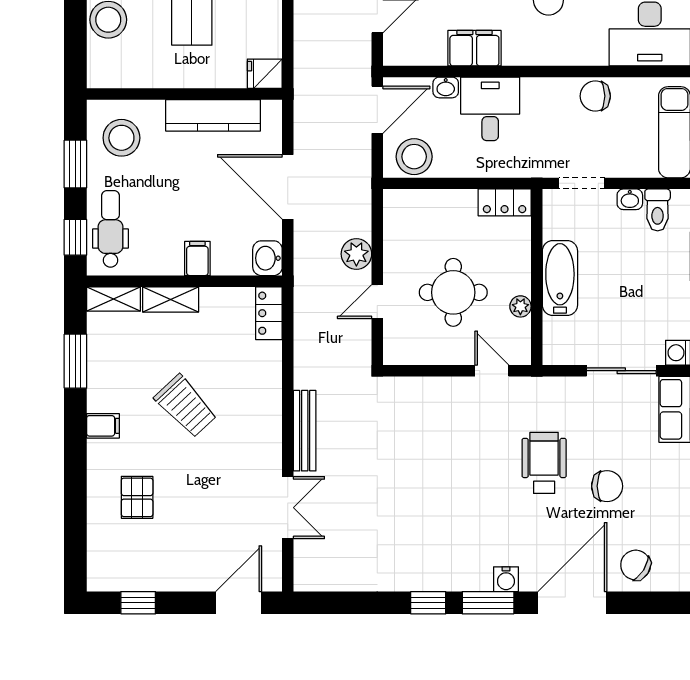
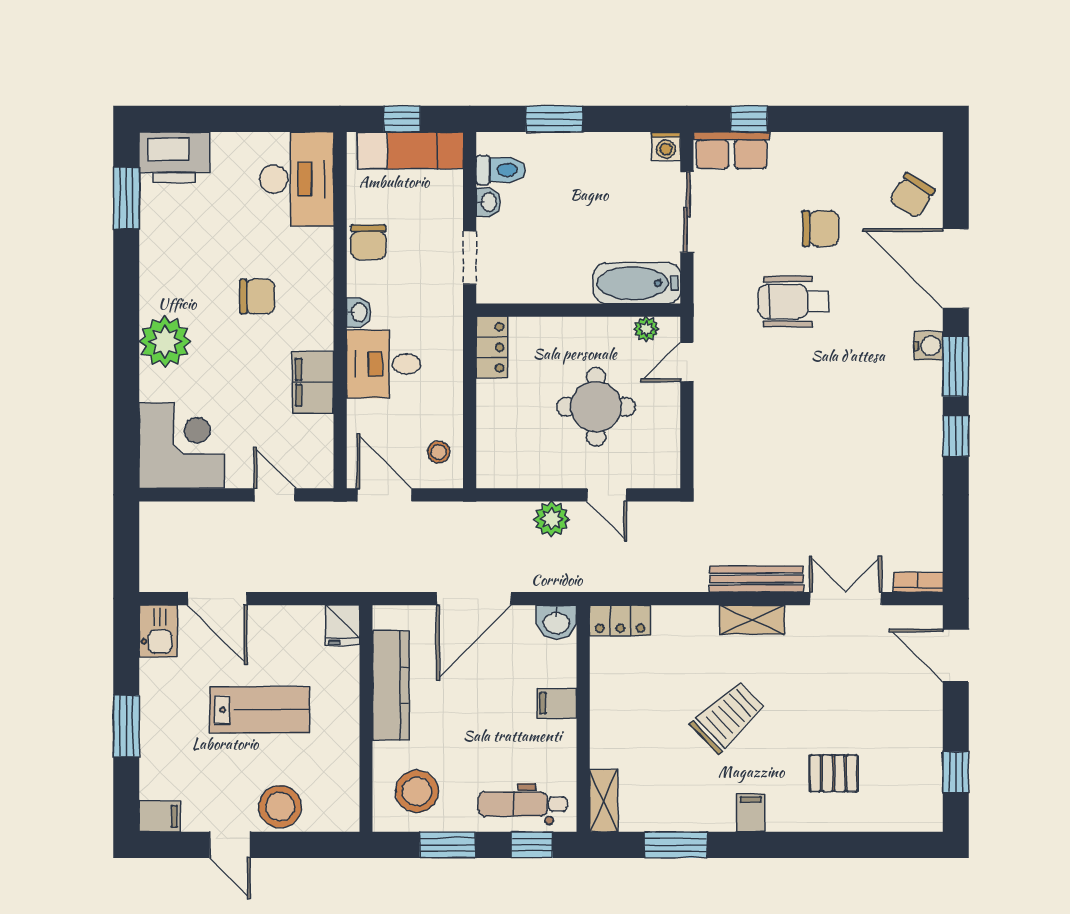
washbasin: (446, 87) -> (359, 312), moved
stool: (414, 157) -> (439, 452), width x0.53, depth x0.53
bathtub: (560, 278) -> (637, 283), moved
shelving: (171, 299) -> (752, 620), moved, turned 90
plant: (520, 306) -> (646, 329), moved
chair: (607, 486) -> (821, 229), turned 90
bookcase: (302, 570) -> (918, 582), added

